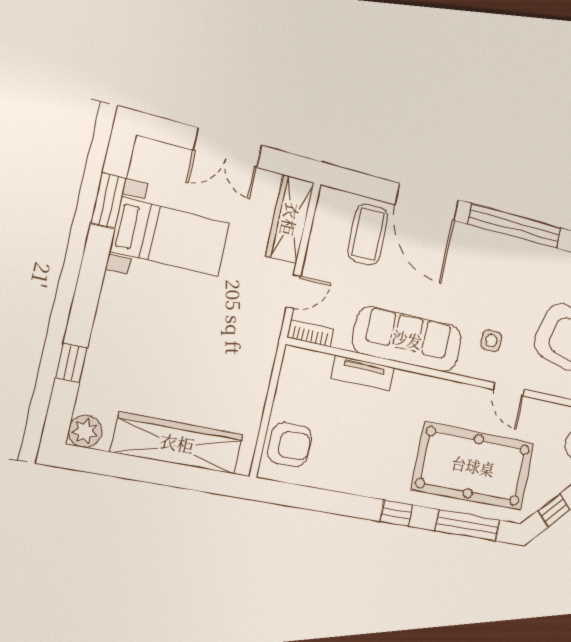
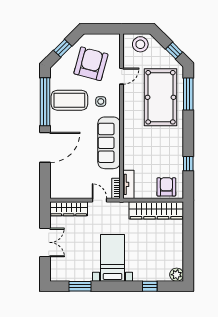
coffee table: (368, 234) -> (69, 100), moved, width x1.36, depth x1.32
bed with nightstands: (170, 237) -> (113, 258), moved
tv unit: (363, 373) -> (128, 184), moved
door: (509, 389) -> (122, 76), moved
wardrobe: (177, 443) -> (156, 210), moved, turned -90
window: (396, 513) -> (188, 164), moved

